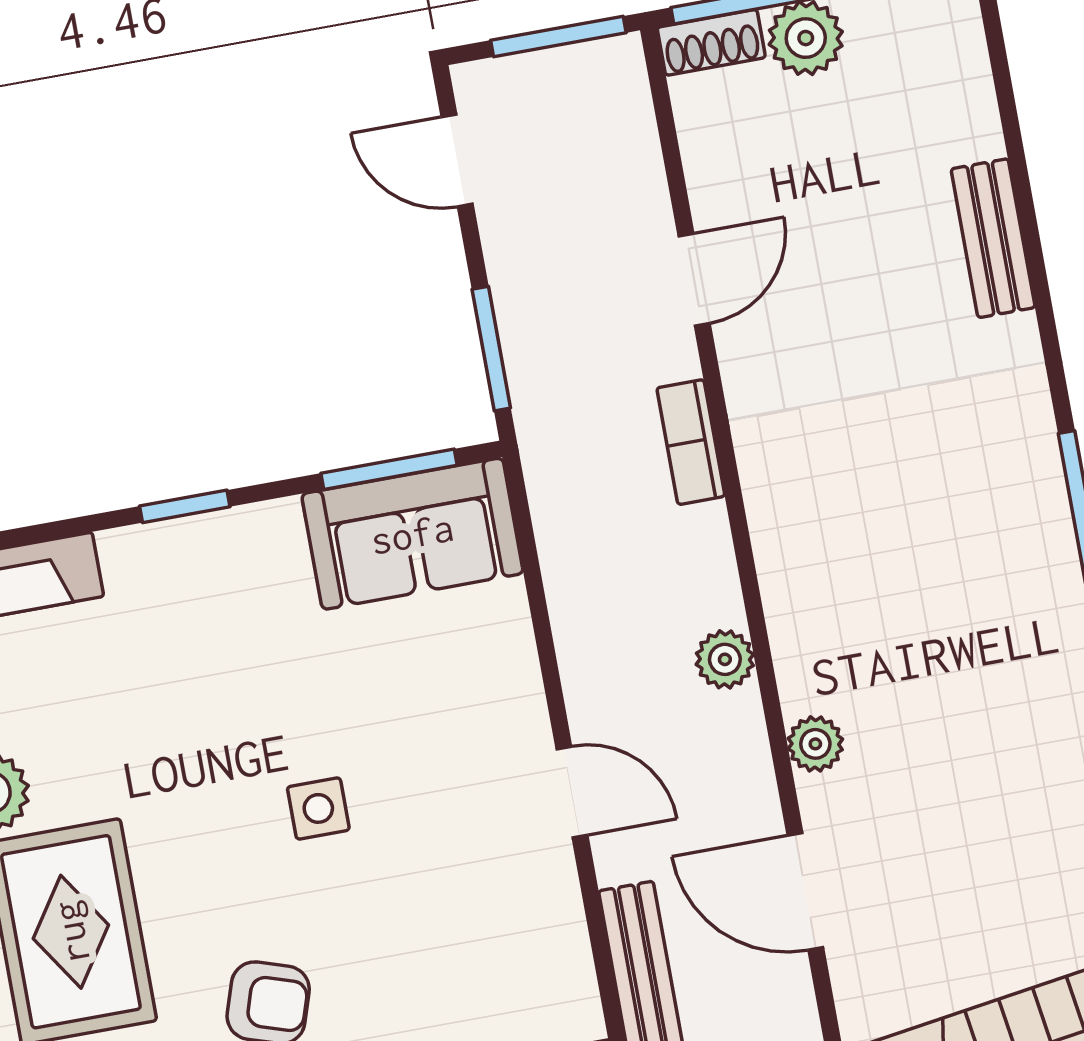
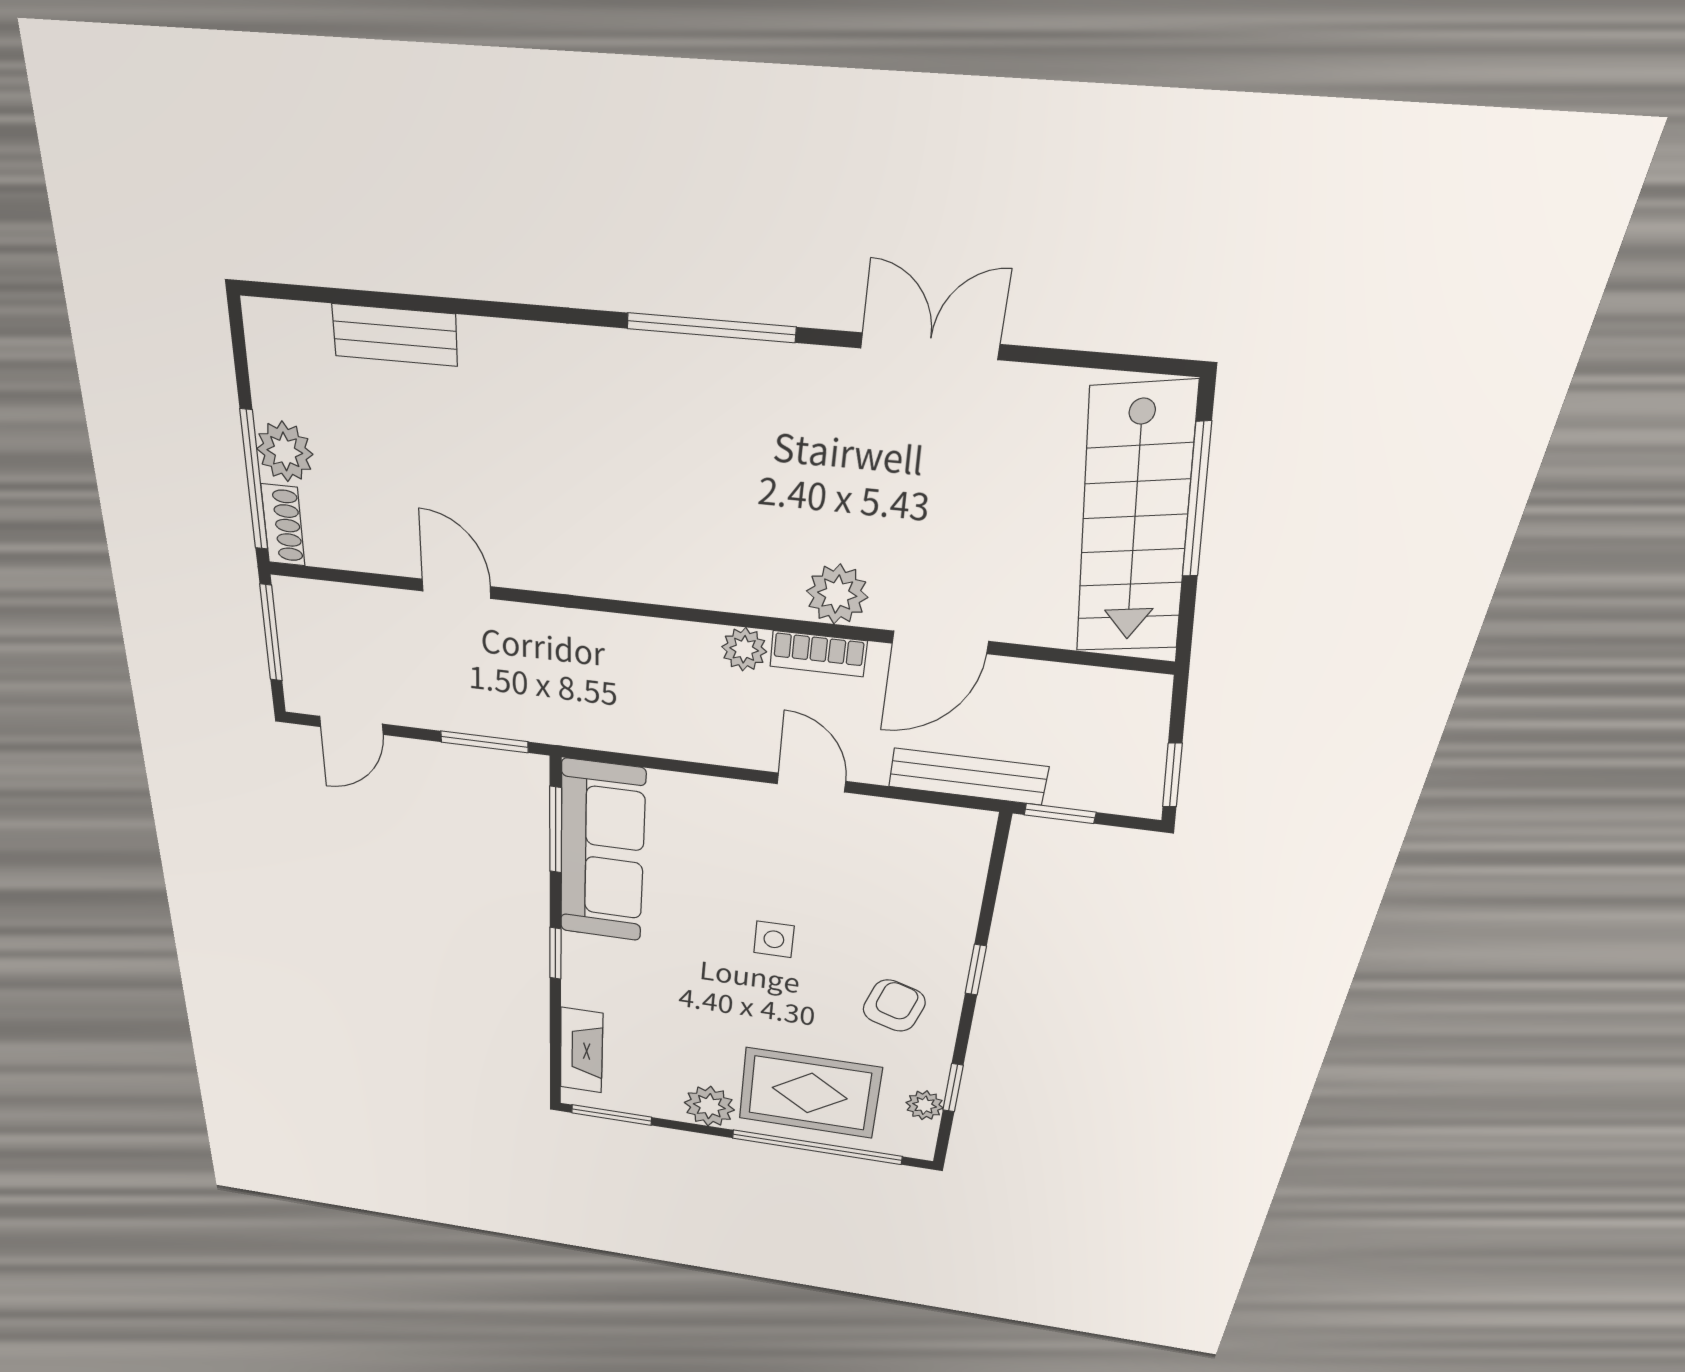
bench: (993, 238) -> (395, 335), moved
bookcase: (691, 442) -> (818, 654), moved
sofa: (412, 534) -> (602, 852), width x1.36
plant: (815, 744) -> (837, 594), width x1.38, depth x1.38
door: (572, 792) -> (811, 783), hinge flipped

